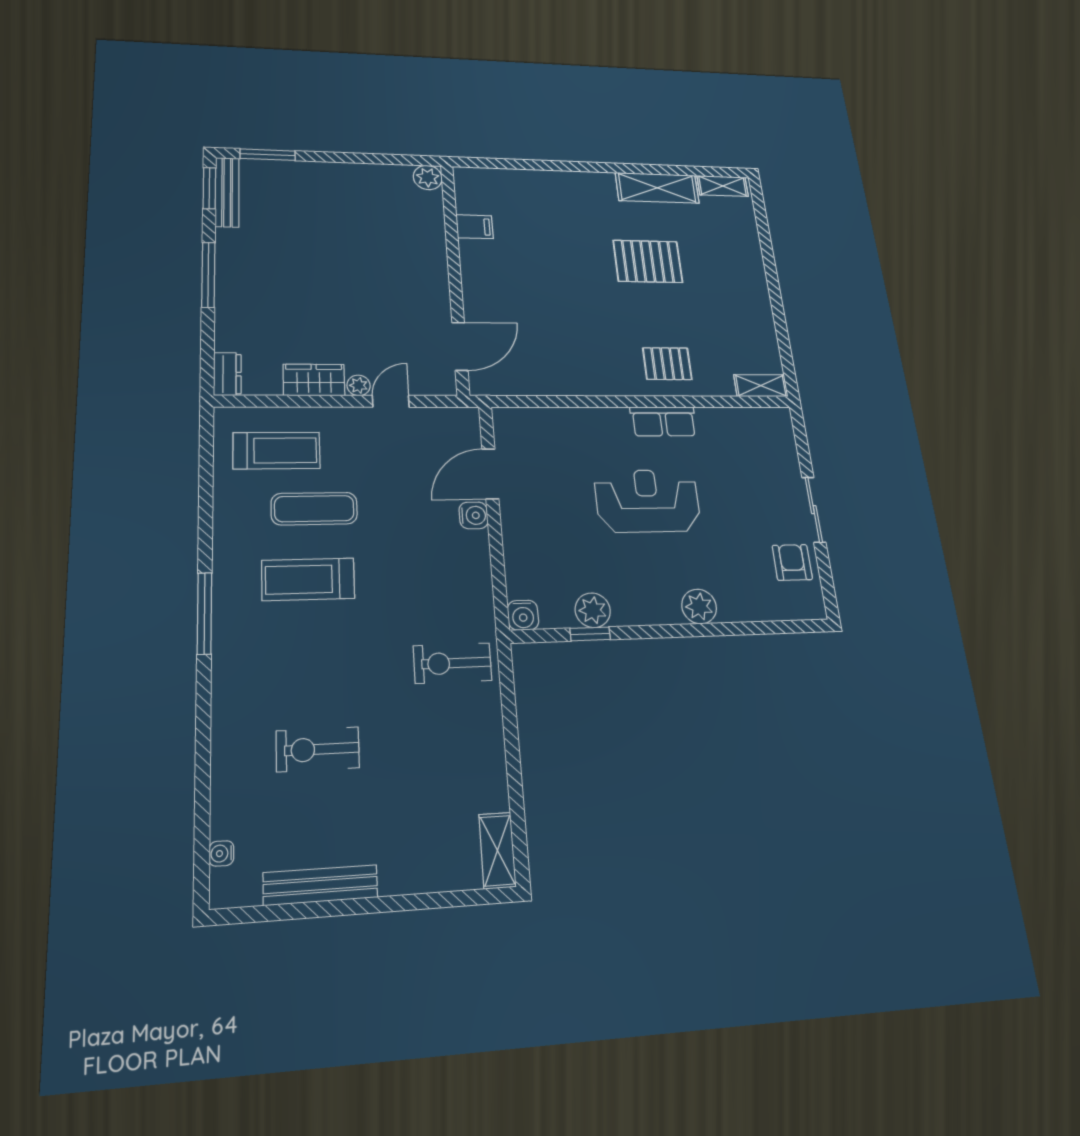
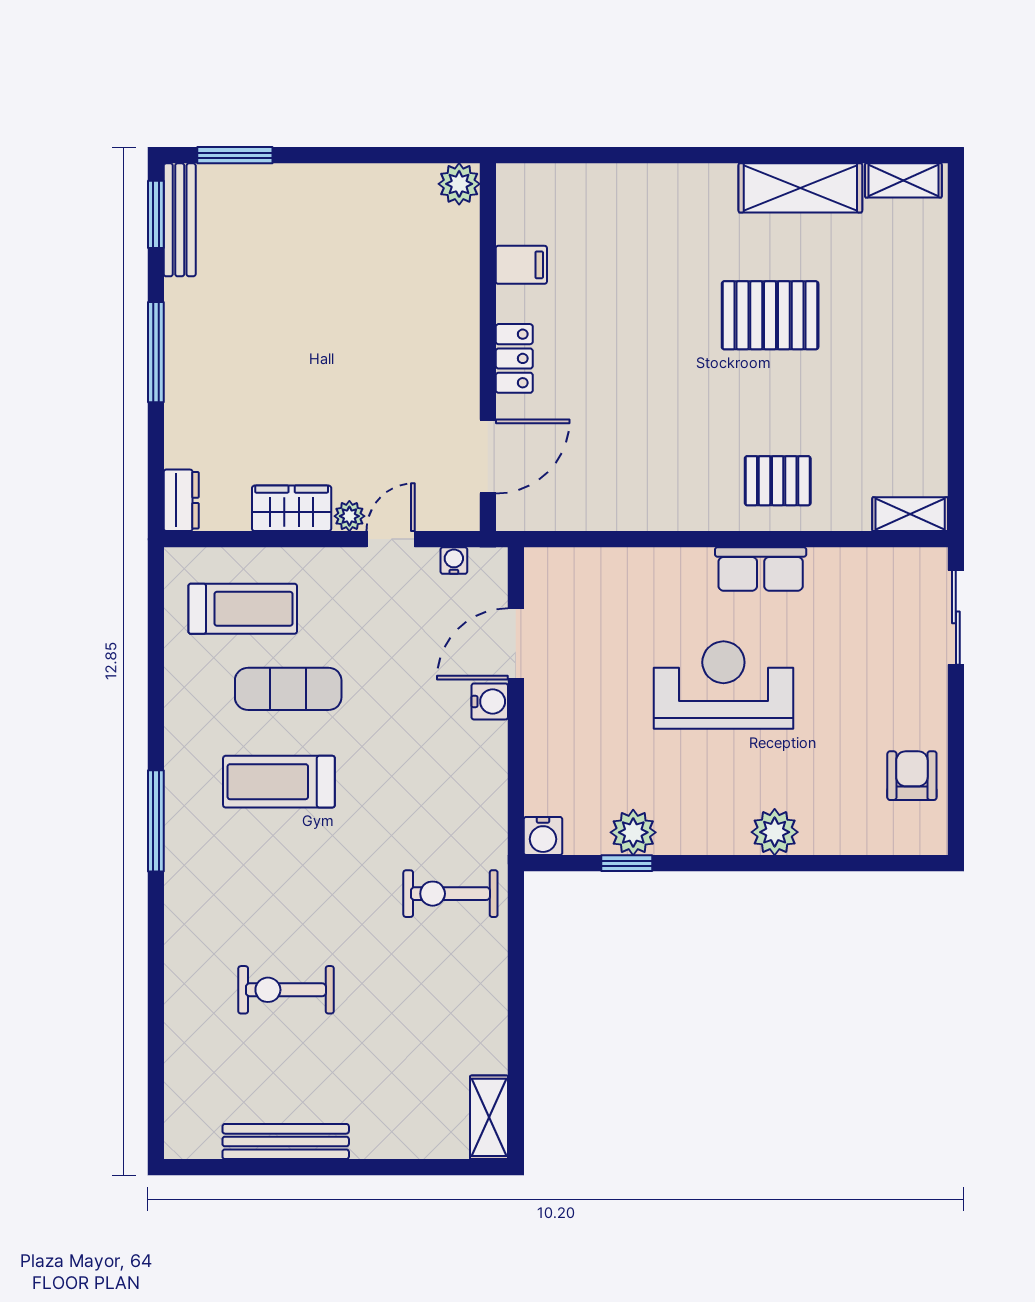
locker: (474, 284) -> (514, 358), added
sliding door: (814, 510) -> (956, 617), moved
water cooler: (221, 853) -> (454, 561), moved, turned 90

